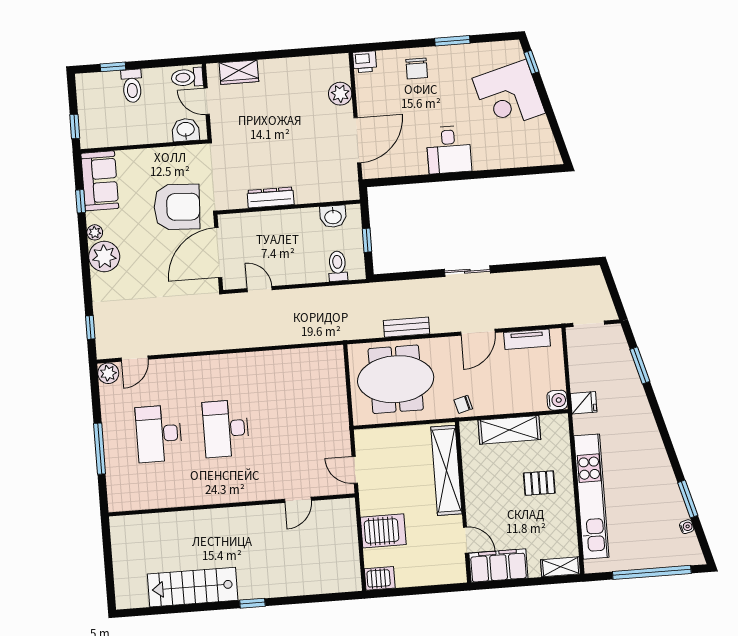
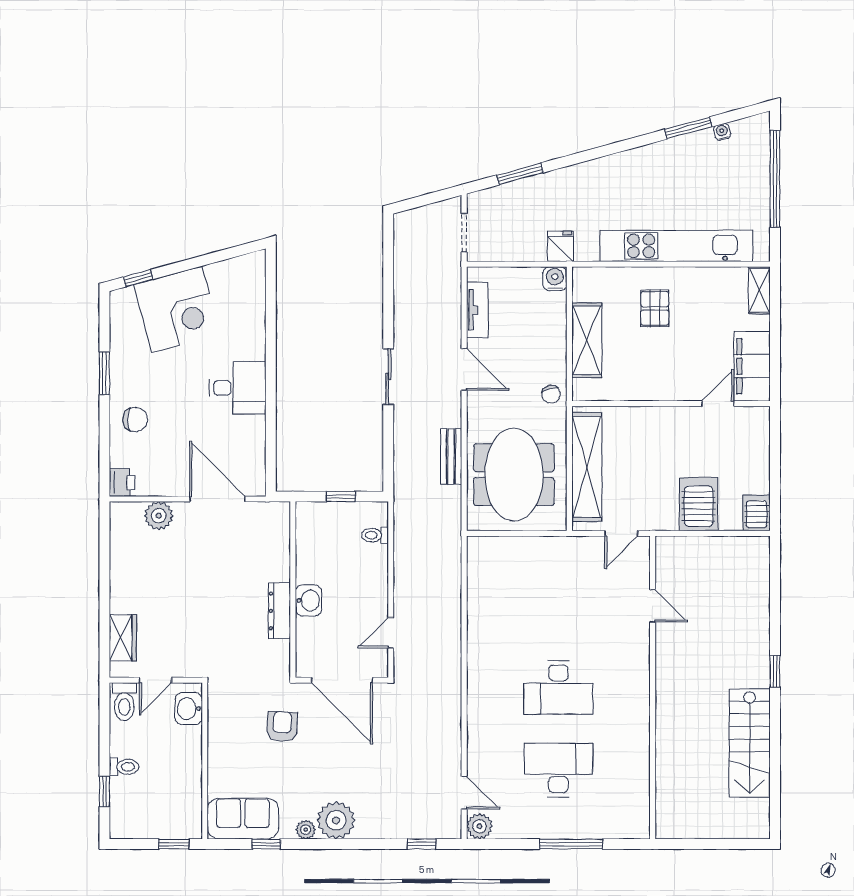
toilet: (132, 86) -> (124, 767), width x0.73, depth x0.72
armchair: (177, 207) -> (282, 726), width x0.53, depth x0.53
washbasin: (333, 216) -> (309, 601), moved
toilet: (338, 266) -> (375, 535), width x0.73, depth x0.72
desk: (159, 434) -> (558, 770), turned 180
shelving: (446, 470) -> (587, 467), moved, turned 90

